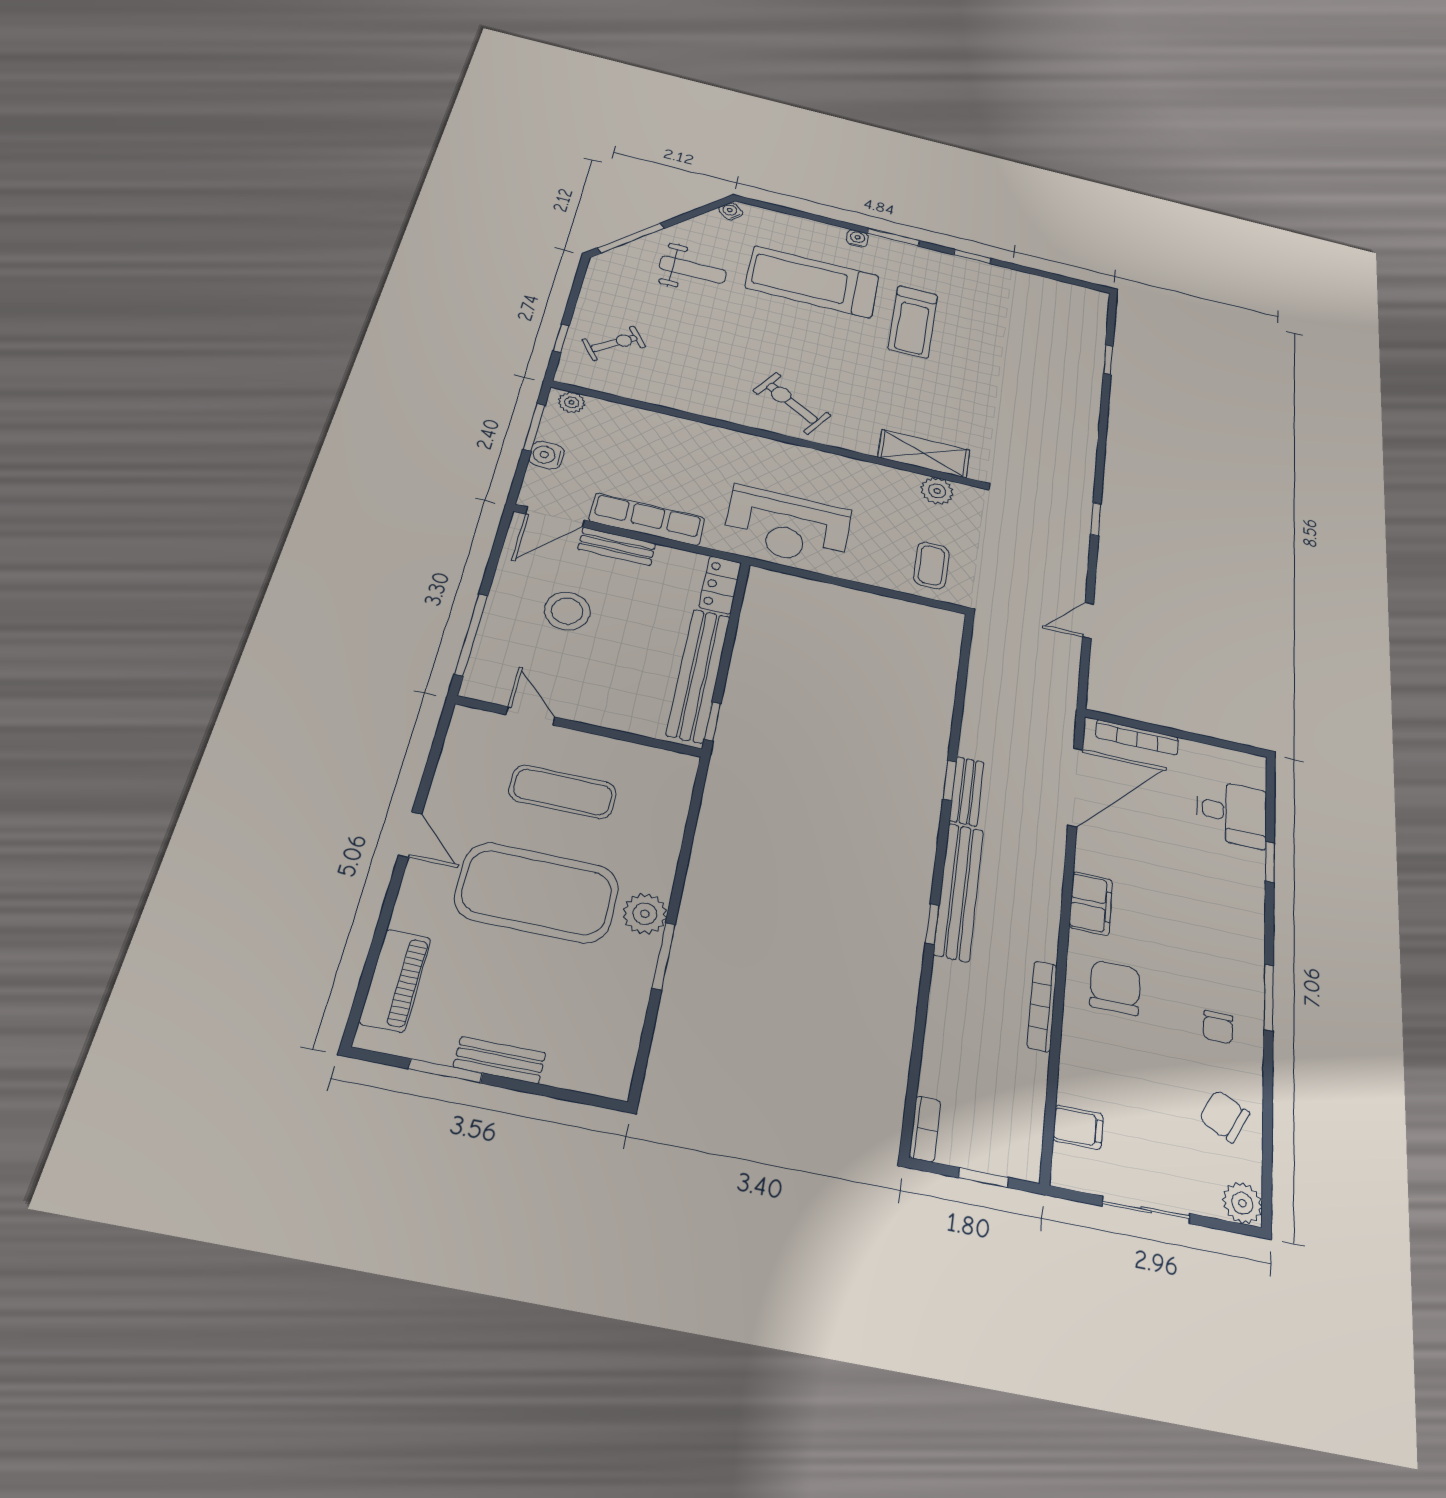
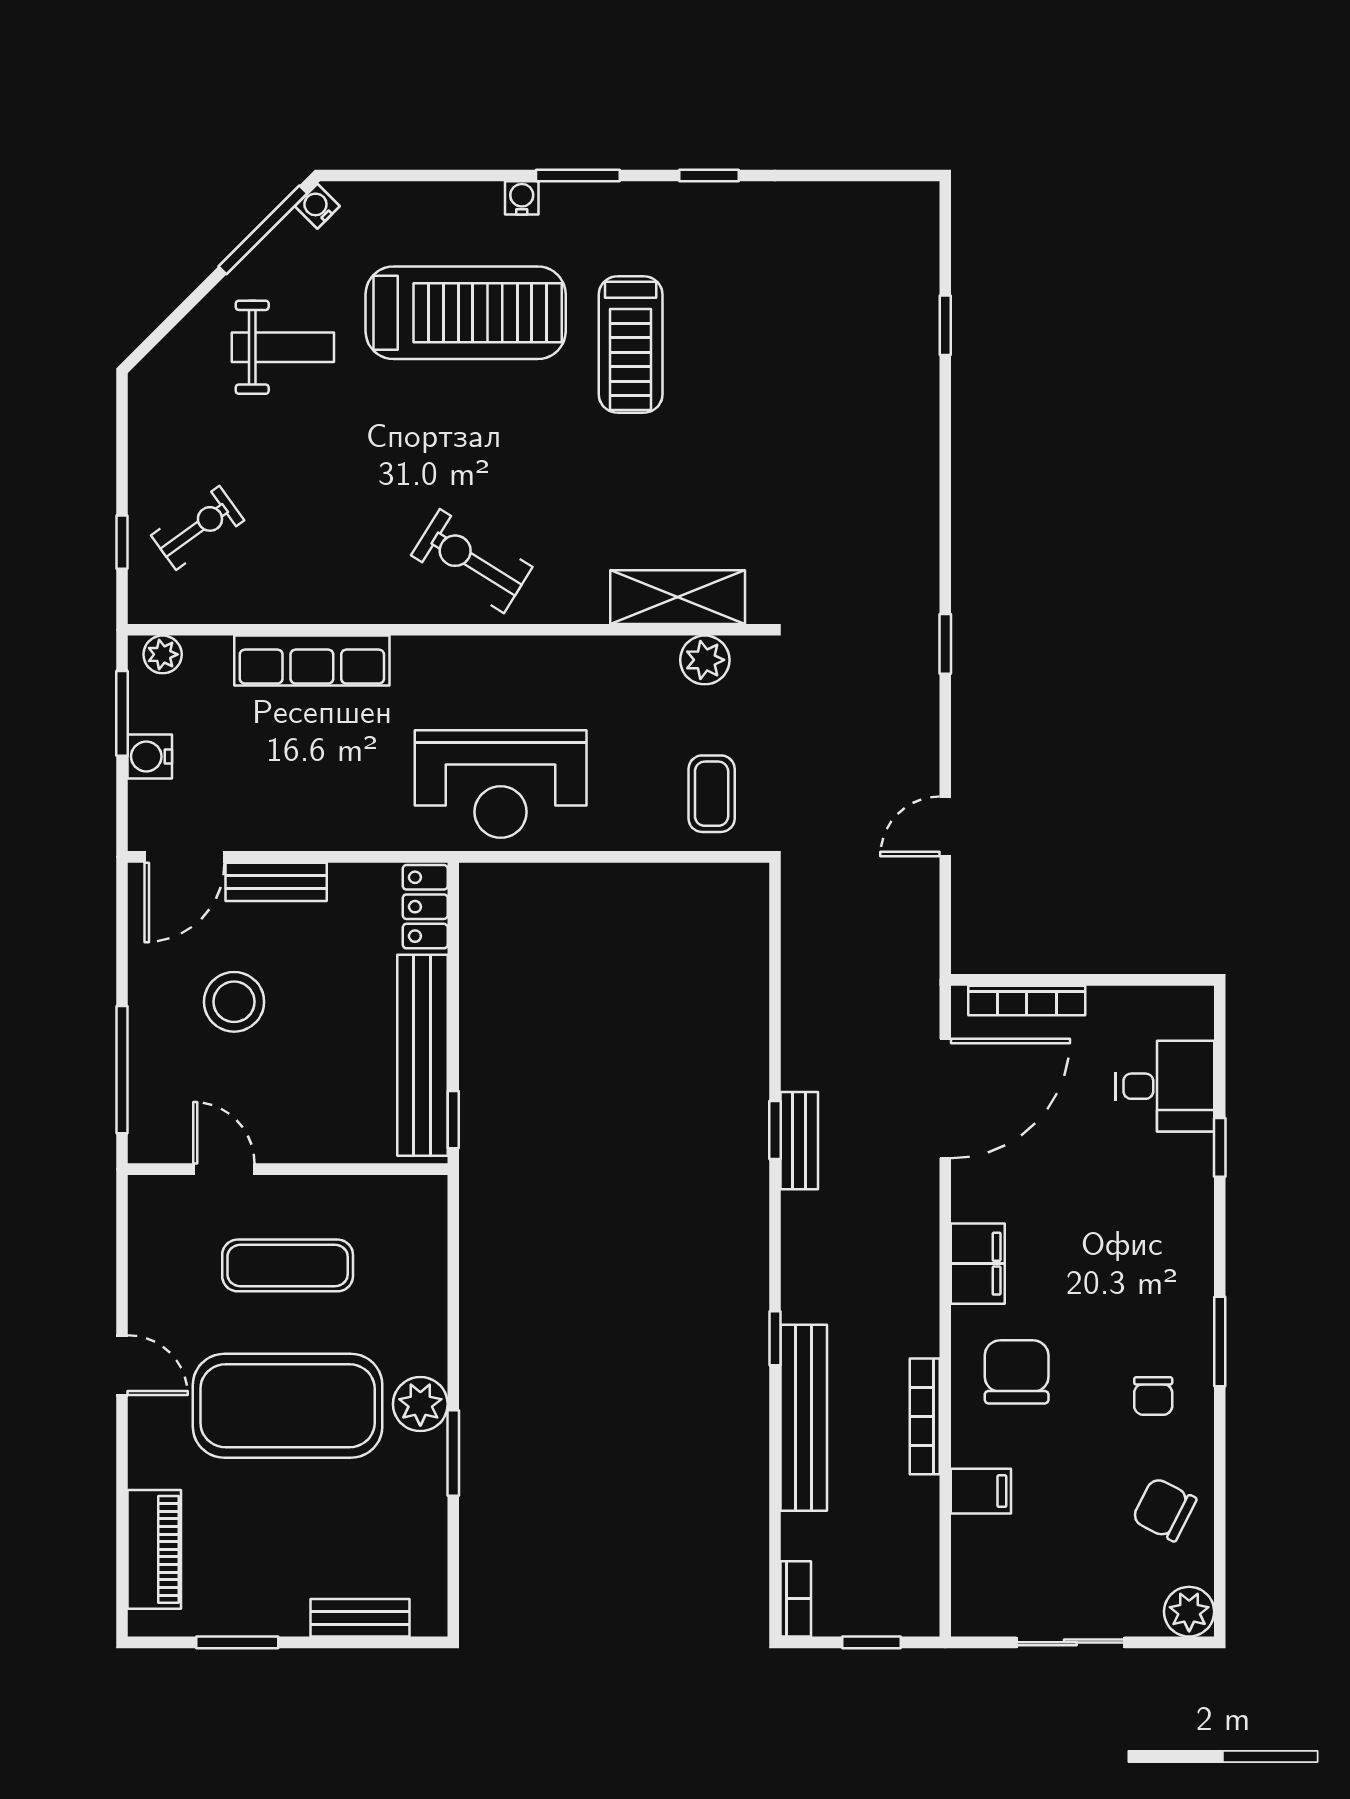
window: (631, 238) -> (263, 230), moved
treadmill: (812, 282) -> (466, 313), turned 180
row of seats: (647, 519) -> (312, 661), moved, turned 180
bench: (959, 892) -> (804, 1418), moved
bench: (500, 1060) -> (360, 1618), moved
filing cabinet: (1078, 1127) -> (981, 1491), moved

